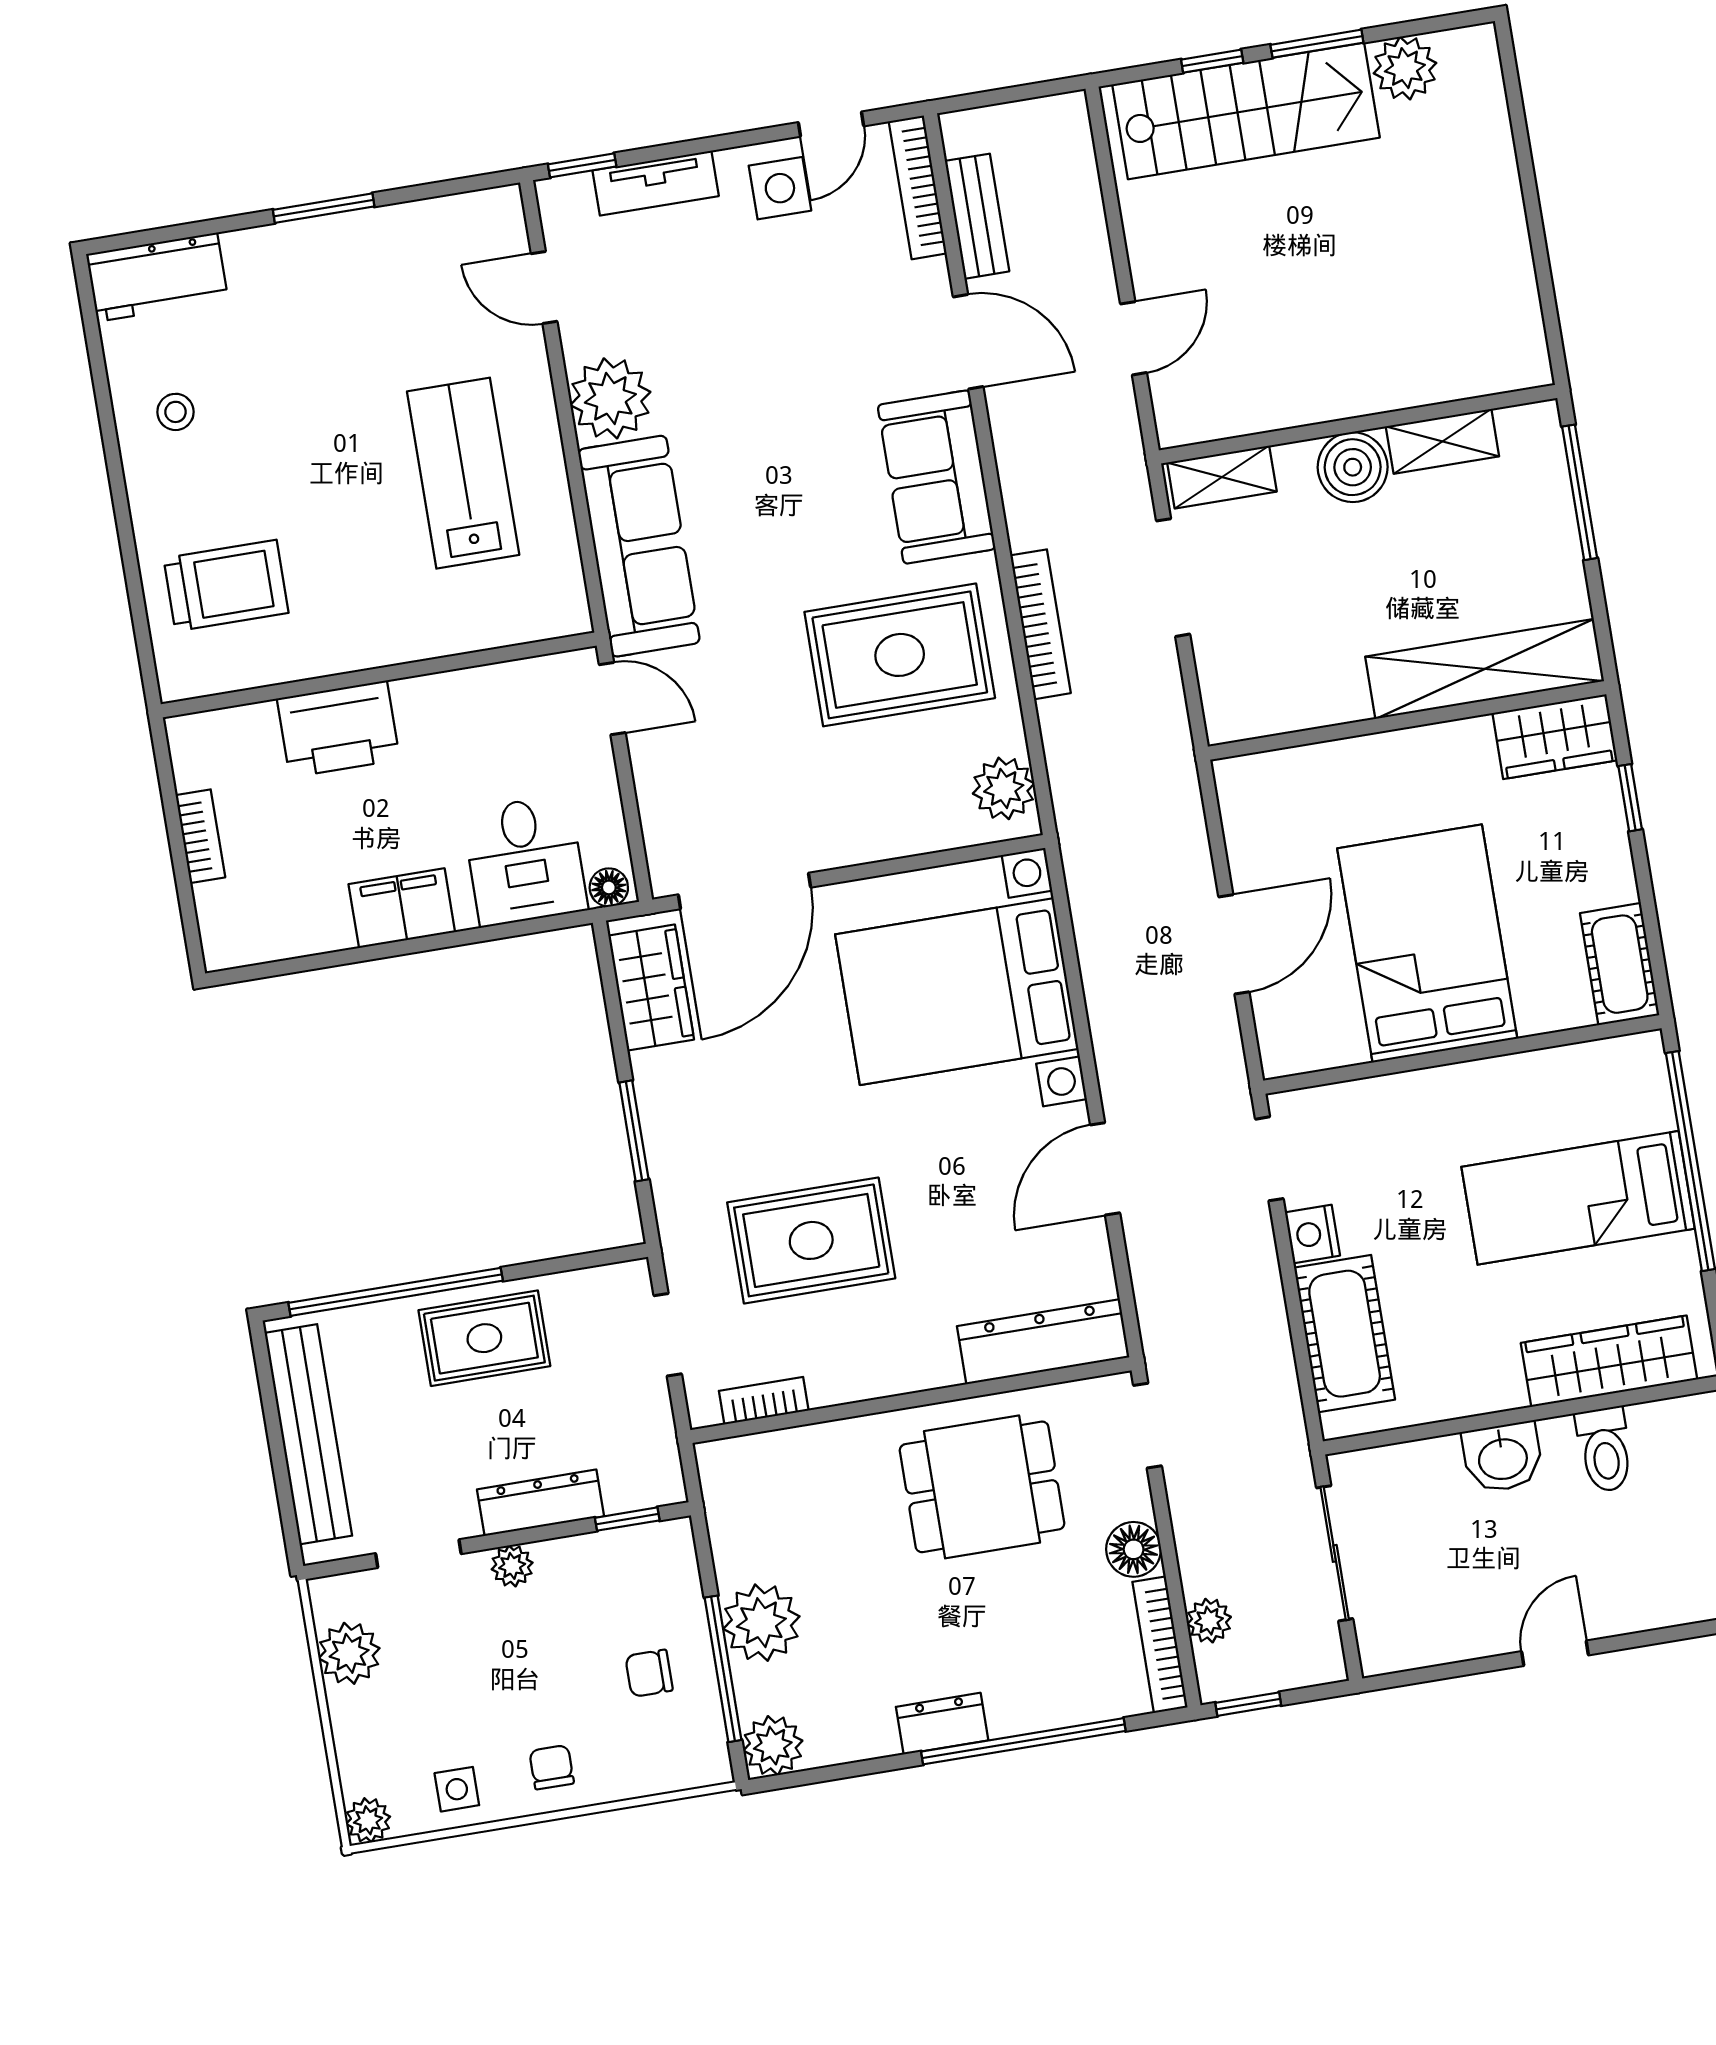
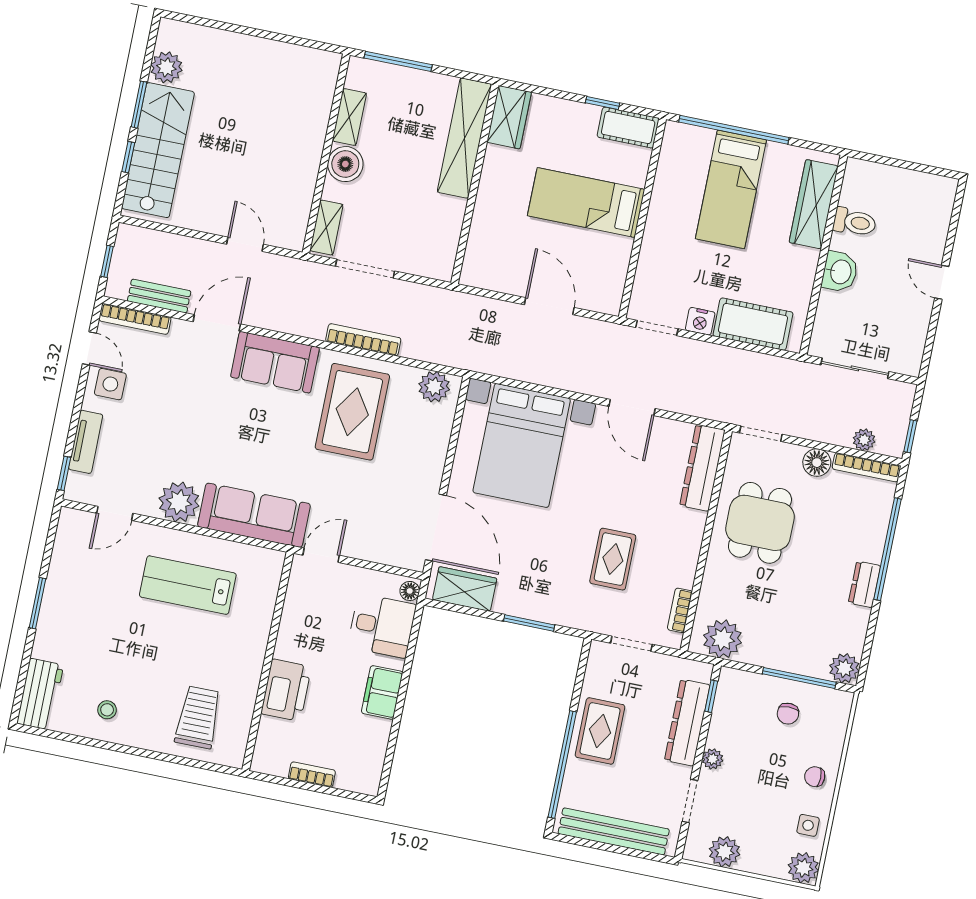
window: (1005, 95) -> (107, 261), added
window: (1630, 798) -> (602, 103), moved
bed: (1427, 943) -> (586, 203), width x0.67
rug: (811, 1240) -> (613, 559), width x0.73, depth x0.70
dresser: (541, 1503) -> (687, 723), width x1.37, depth x1.24
plant: (761, 1623) -> (723, 639), moved
plant: (368, 1820) -> (803, 868), width x1.38, depth x1.38

